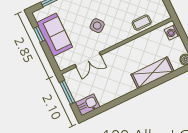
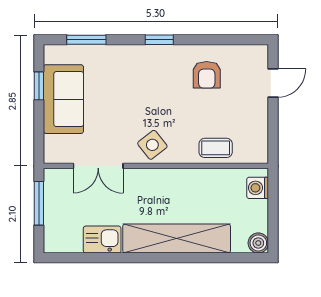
side table: (97, 26) -> (152, 145), moved
shelving: (153, 73) -> (177, 238), width x1.47
kitchen sink: (88, 105) -> (102, 240), moved

